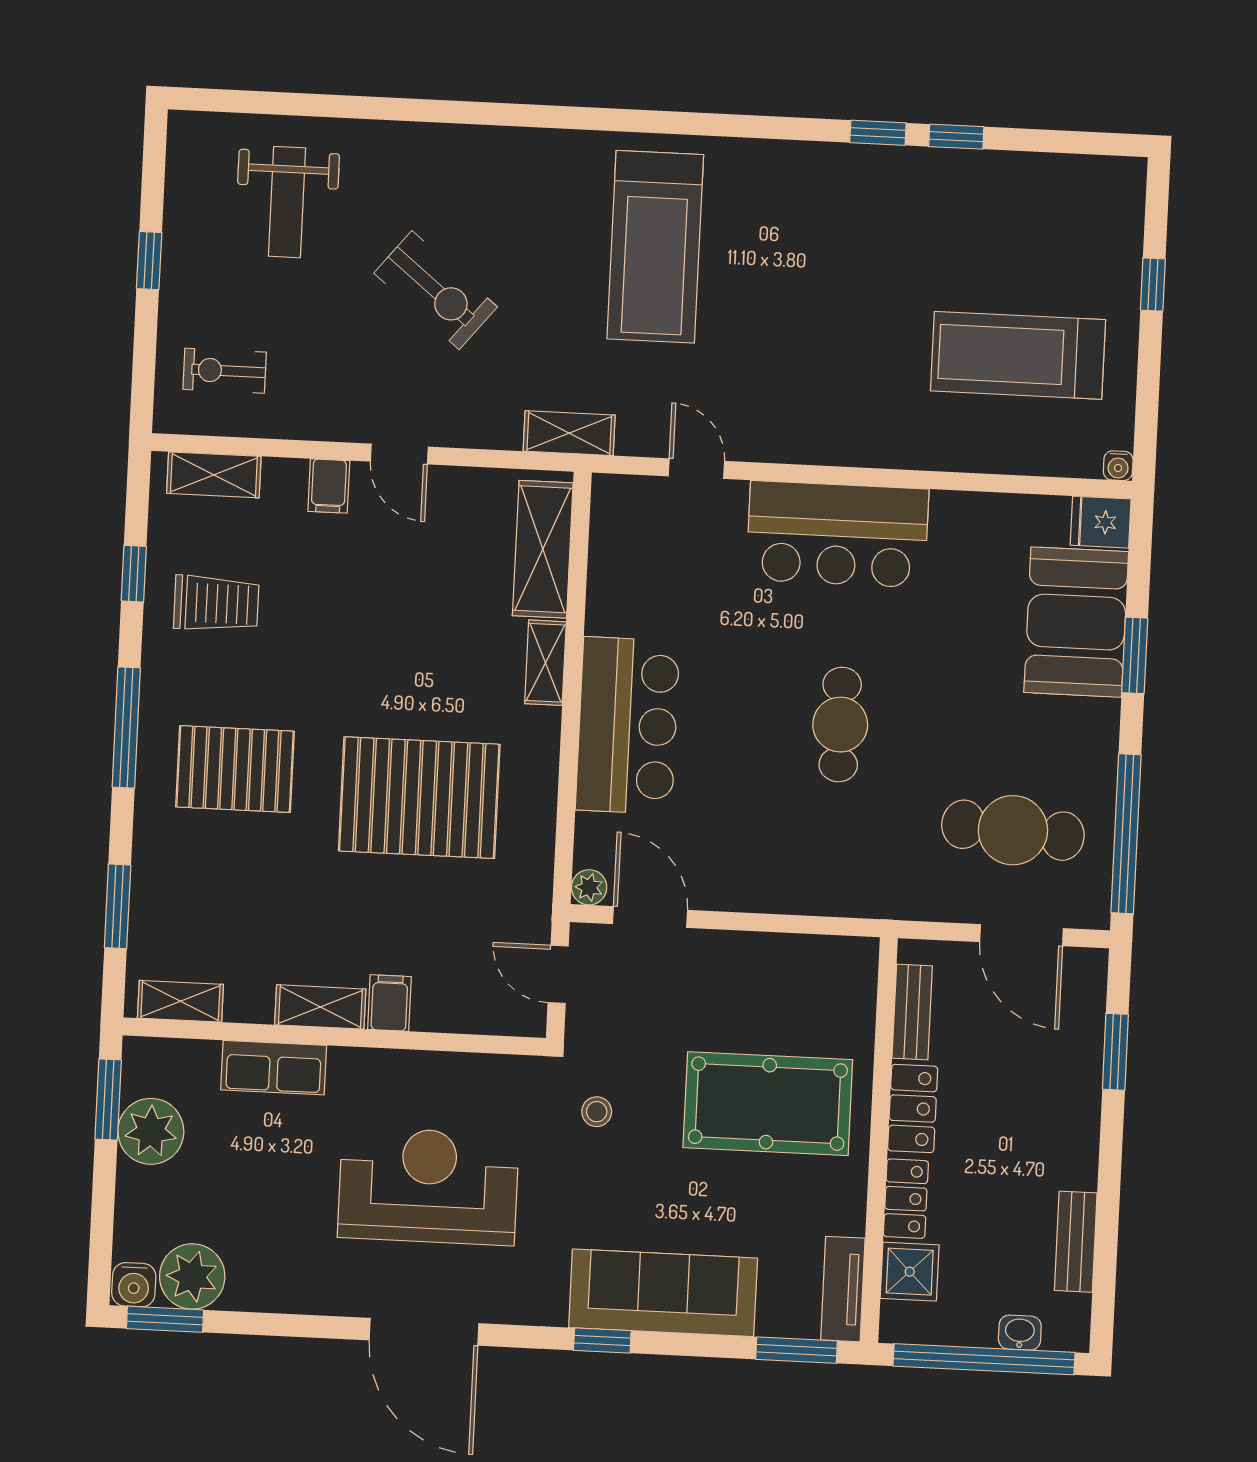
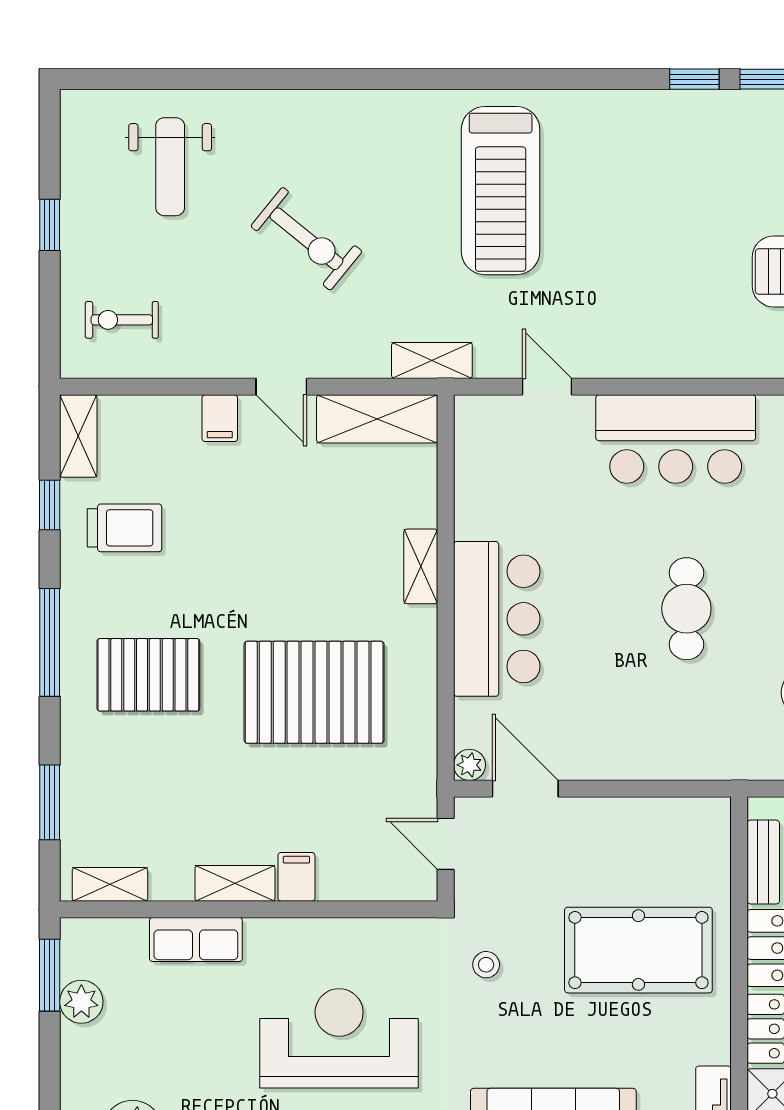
shelving: (214, 475) -> (78, 436), moved, turned 90
shelving: (543, 549) -> (377, 419), moved, turned 90
plant: (151, 1131) -> (81, 1002), width x0.73, depth x0.73

